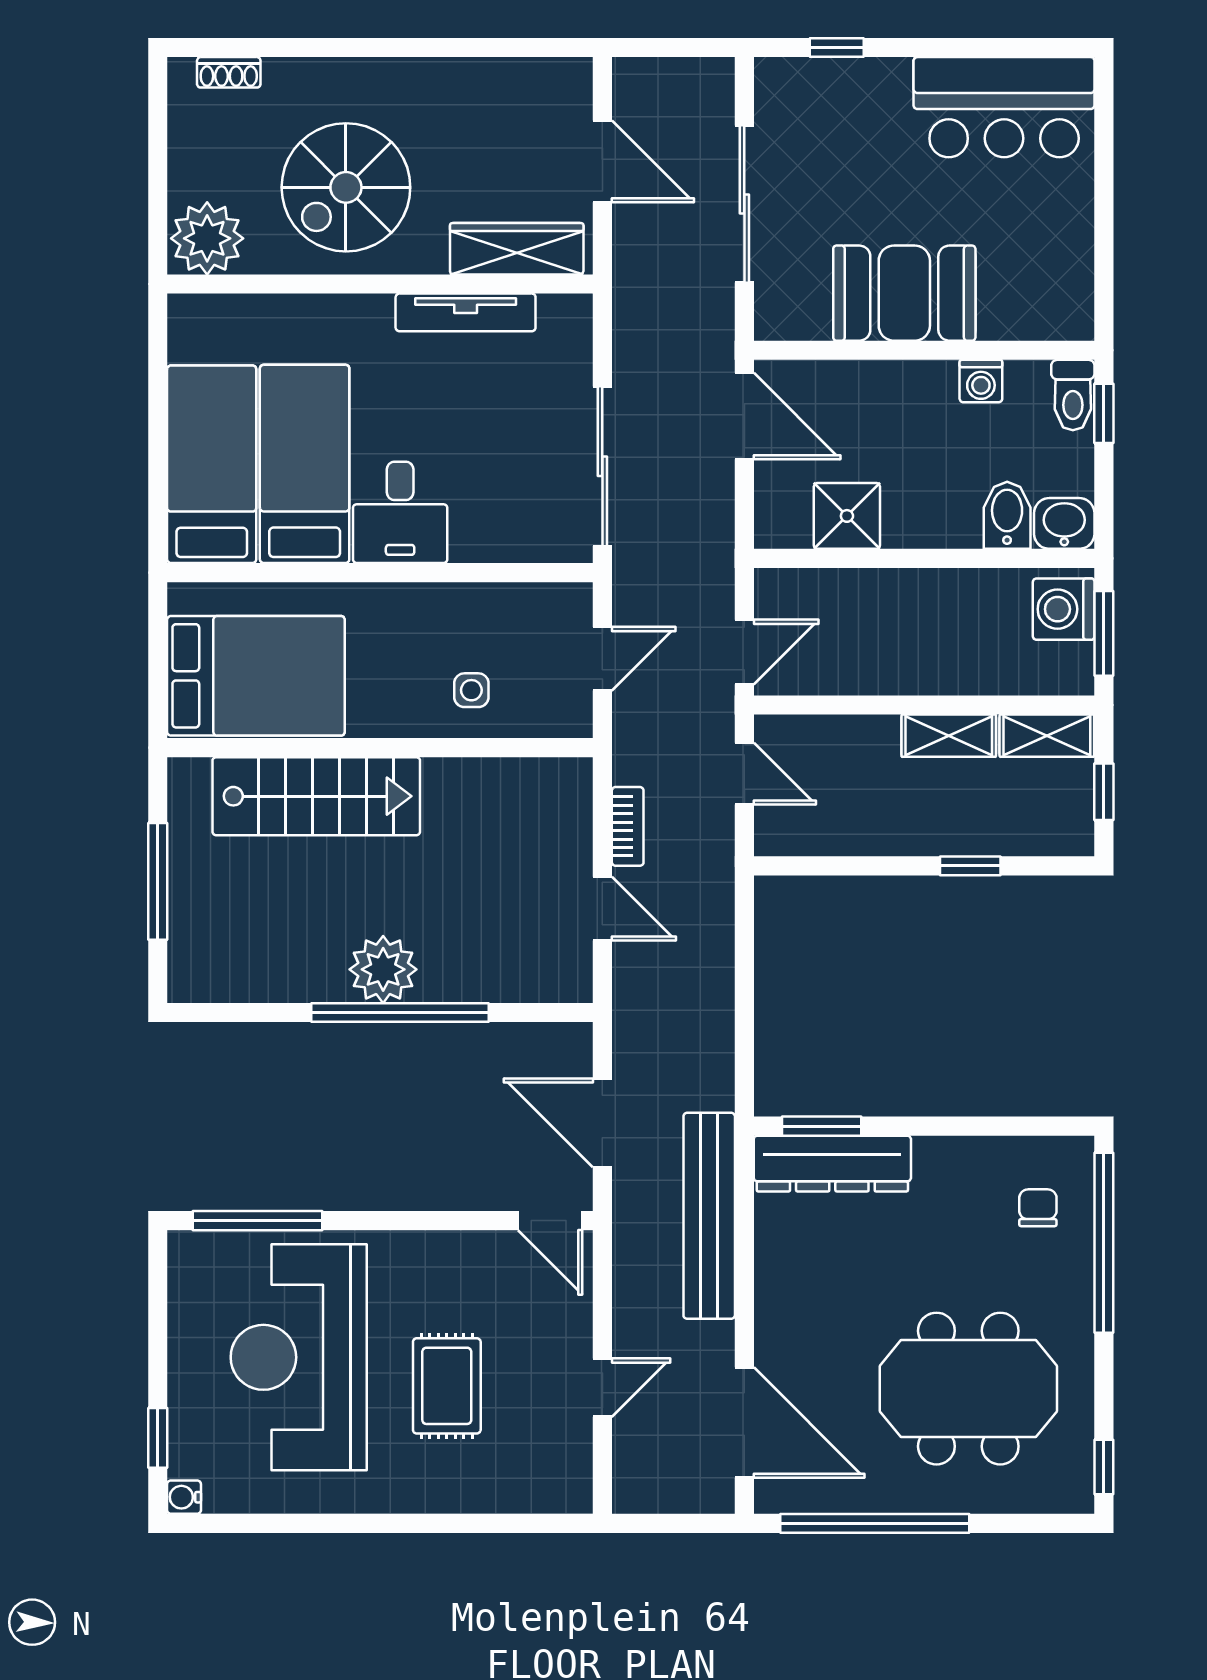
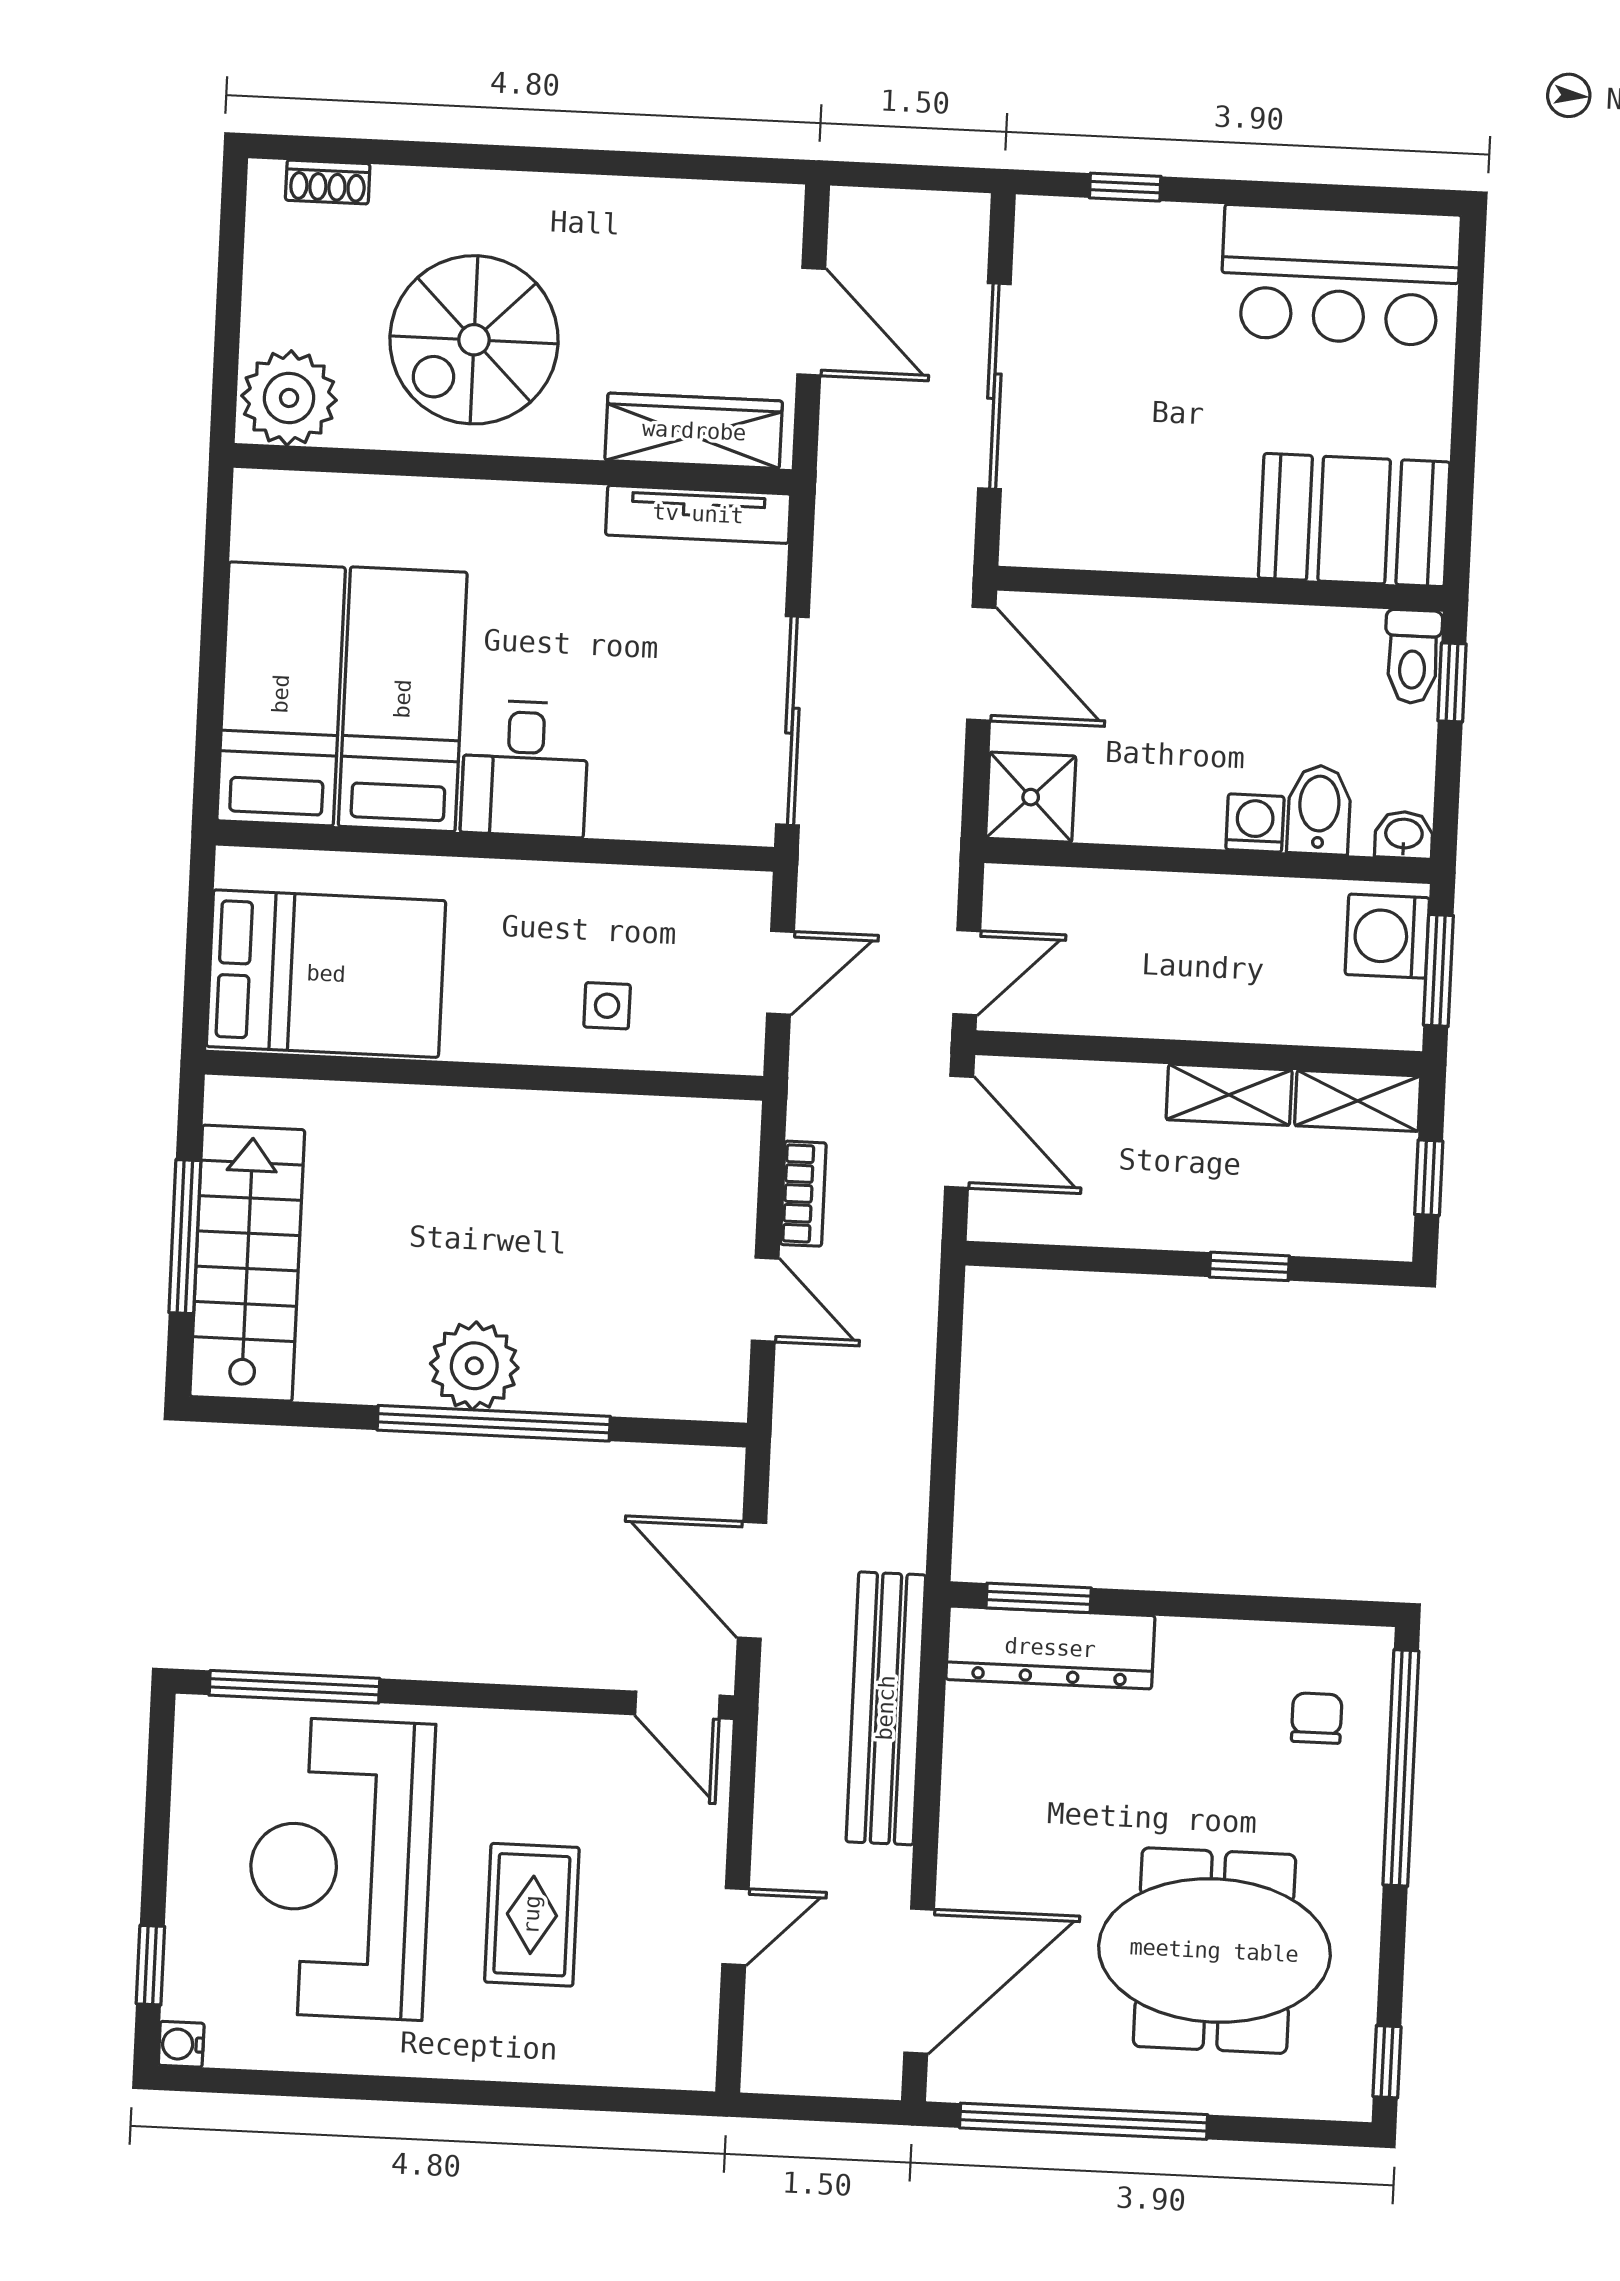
booth: (904, 293) -> (1354, 520), moved
tv unit: (466, 312) -> (698, 514), moved
washing machine: (981, 381) -> (1255, 823), moved, turned 180
shower: (847, 516) -> (1031, 797), moved
washbasin: (1064, 523) -> (1404, 835), width x0.72, depth x0.69
door: (744, 774) -> (959, 1132), width x1.38
stairs: (316, 796) -> (247, 1263), moved, turned -90
door: (744, 1423) -> (919, 1981), hinge flipped

